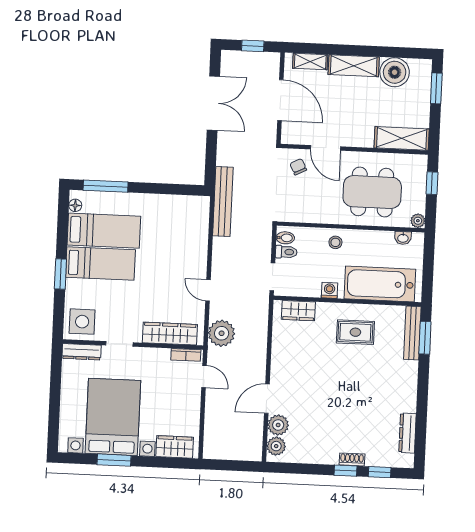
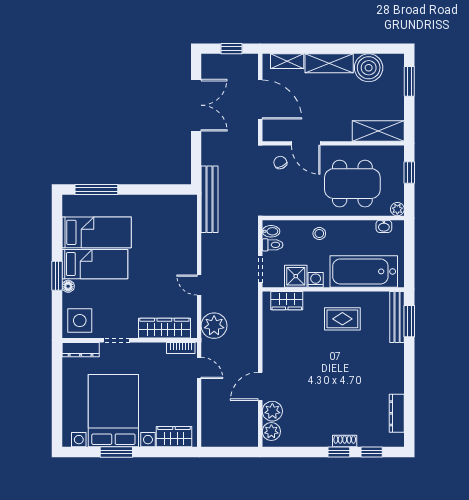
floor lamp: (75, 205) -> (68, 286), moved
shower: (309, 286) -> (296, 276), added

